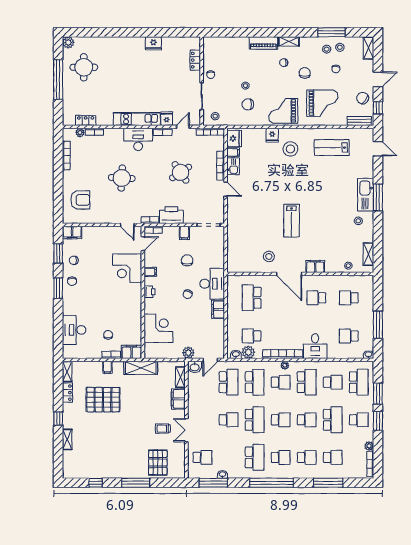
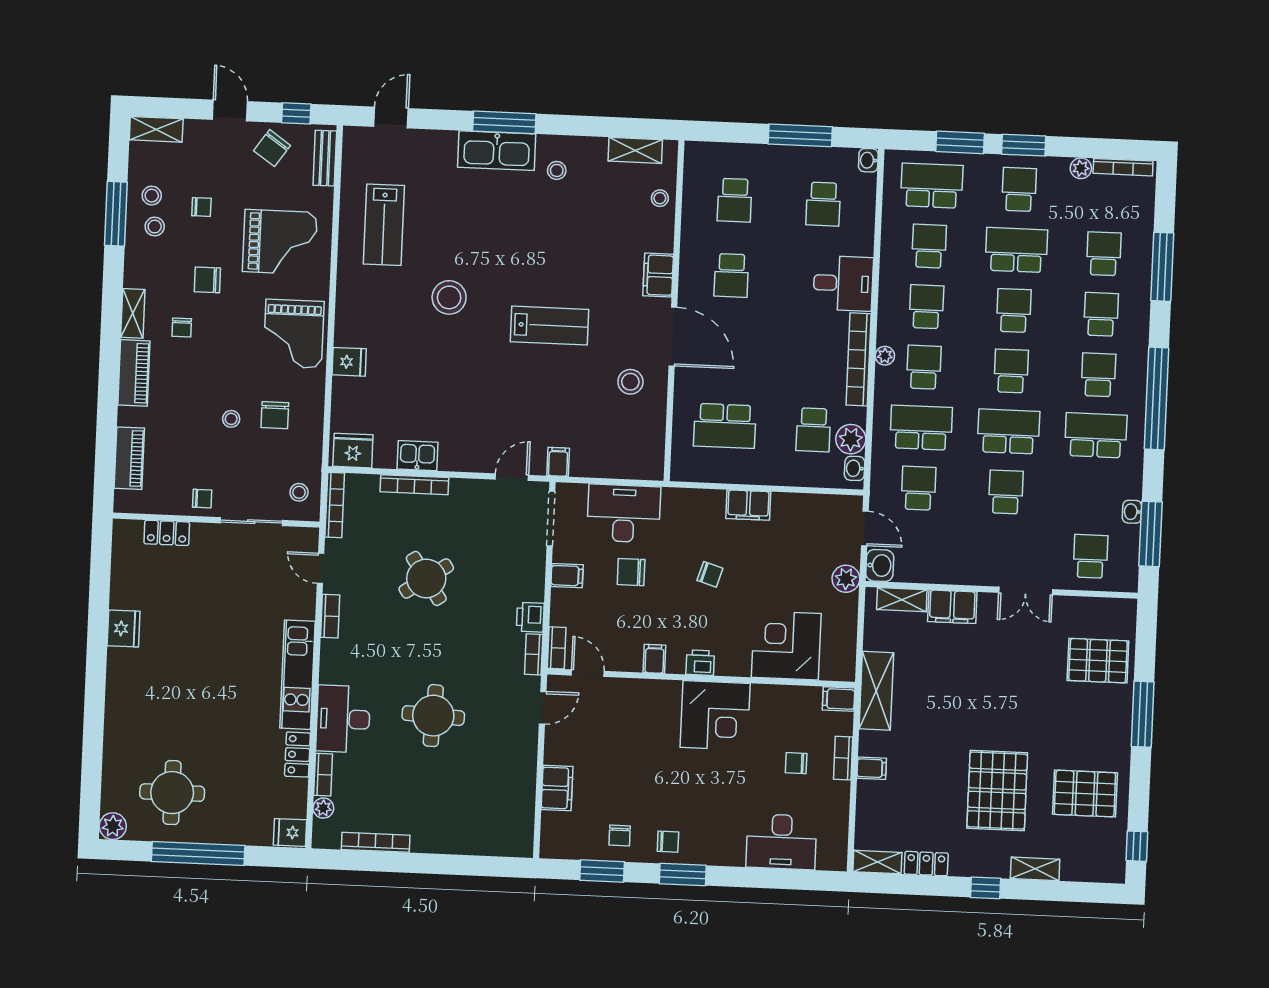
piano: (227, 43) -> (129, 458), added
grand piano: (322, 103) -> (280, 242), turned 90
fridge: (167, 119) -> (290, 832), moved
locker: (86, 120) -> (297, 755), moved
desk: (138, 139) -> (343, 719), moved
stool: (290, 149) -> (449, 297), moved
filing cabinet: (233, 152) -> (558, 462), moved
door: (226, 189) -> (512, 477), moved
armchair: (80, 200) -> (480, 814), removed
printer: (171, 215) -> (530, 617), width x0.53, depth x0.68
filing cabinet: (72, 233) -> (557, 788), moved
corner desk: (127, 268) -> (715, 715), moved
door: (289, 274) -> (673, 336), hinge flipped
desk: (212, 284) -> (624, 513), moved
filing cabinet: (131, 352) -> (839, 699), width x0.50
school desk: (229, 382) -> (918, 488), width x0.54
school desk: (307, 382) -> (926, 307), width x0.54
pallet: (103, 400) -> (997, 791), moved
trolley: (163, 429) -> (1019, 645), removed
pallet: (100, 459) -> (1085, 794), added
window: (96, 483) -> (1137, 846), moved

